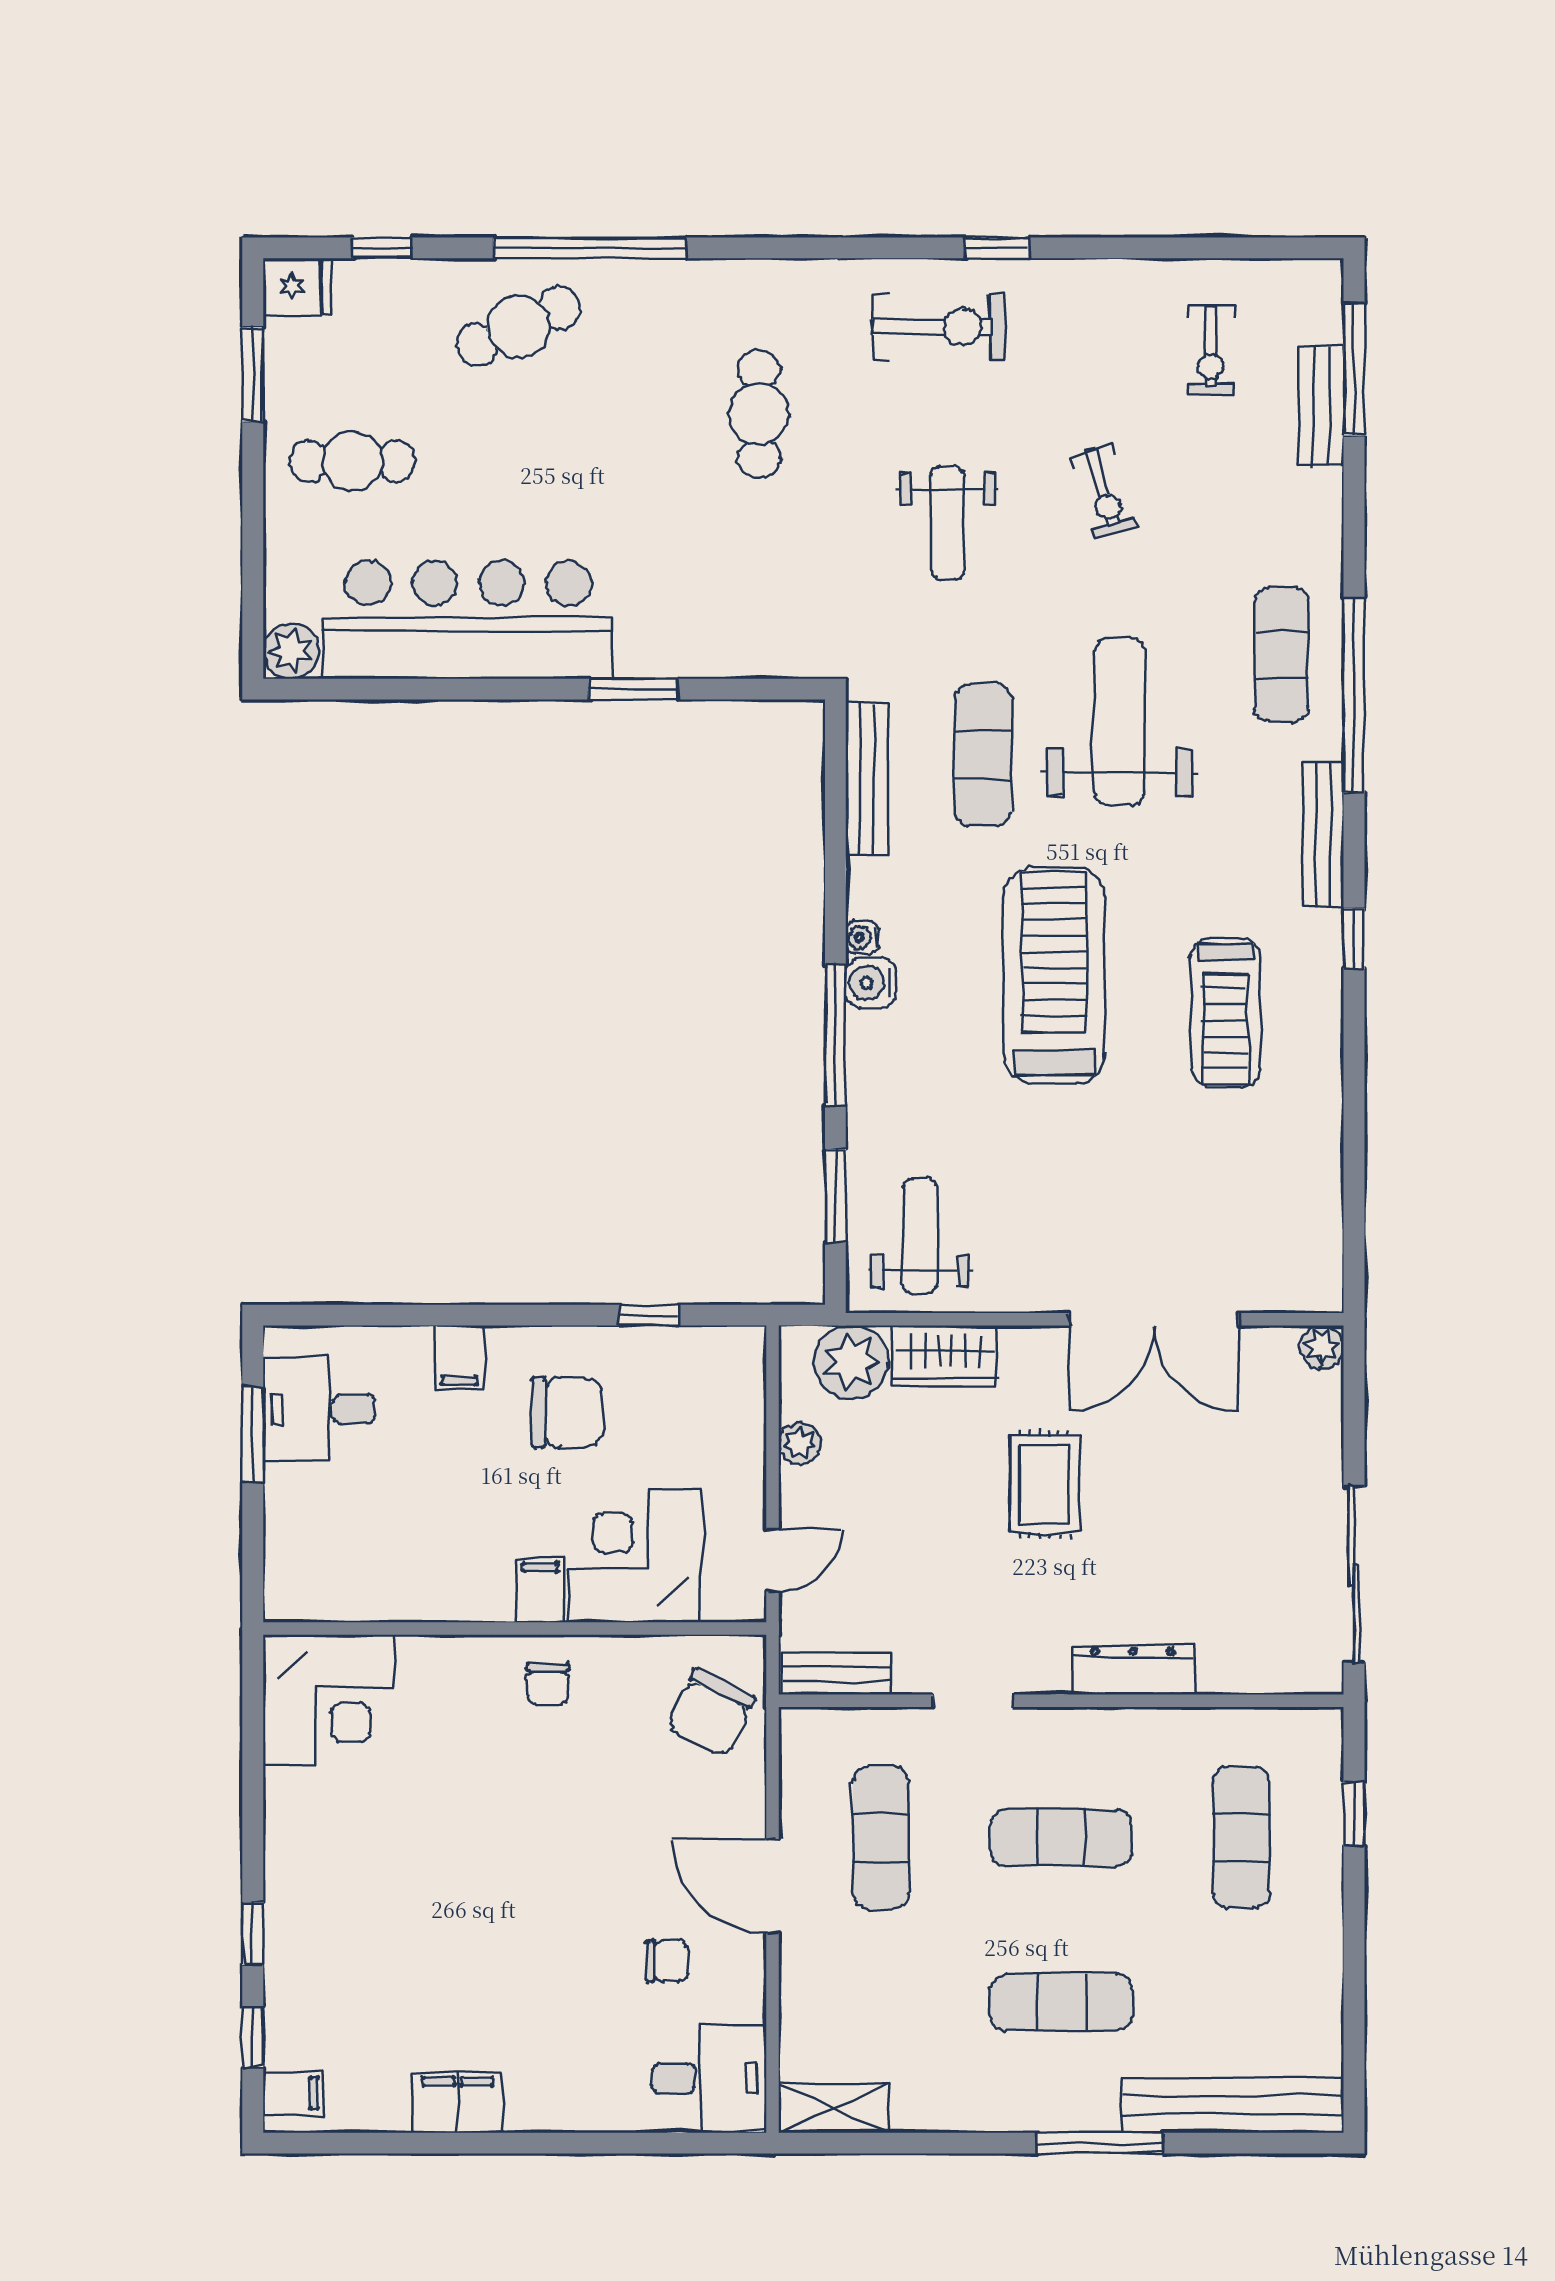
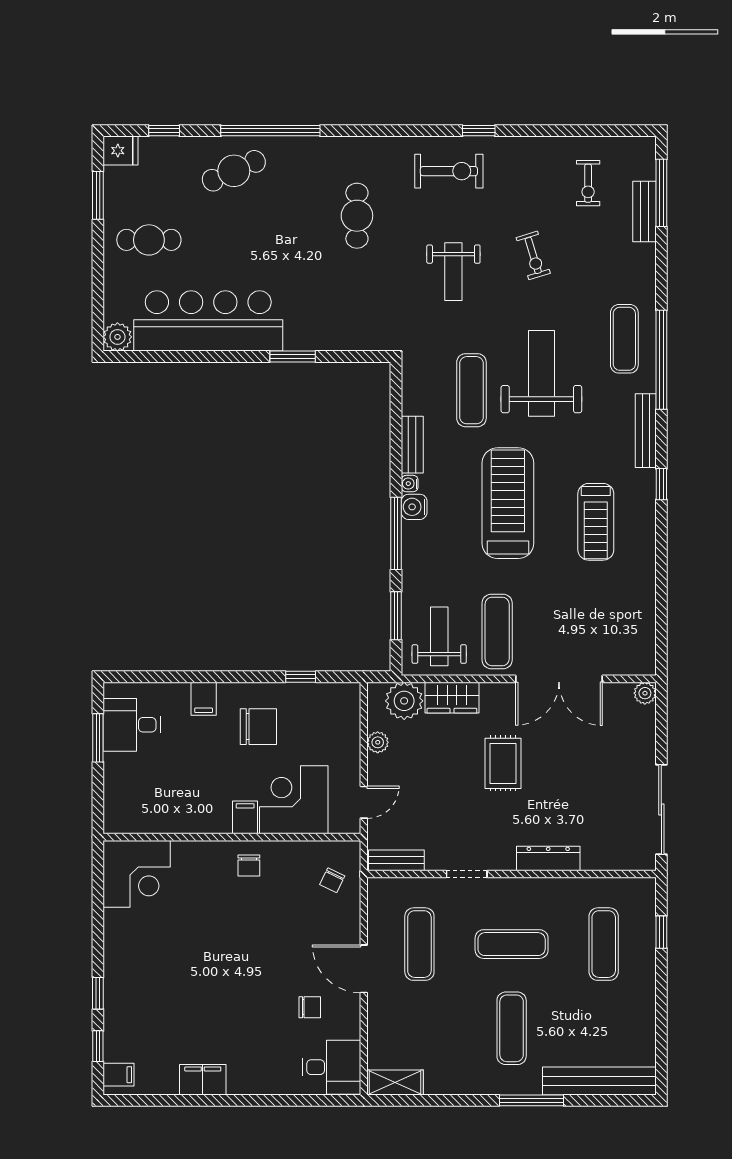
bench: (867, 779) -> (412, 445), moved, width x0.73
exercise mat: (1033, 1227) -> (497, 631), added
chair: (711, 1713) -> (332, 880), width x0.54, depth x0.54
exercise mat: (1061, 2002) -> (512, 1028), turned 90

